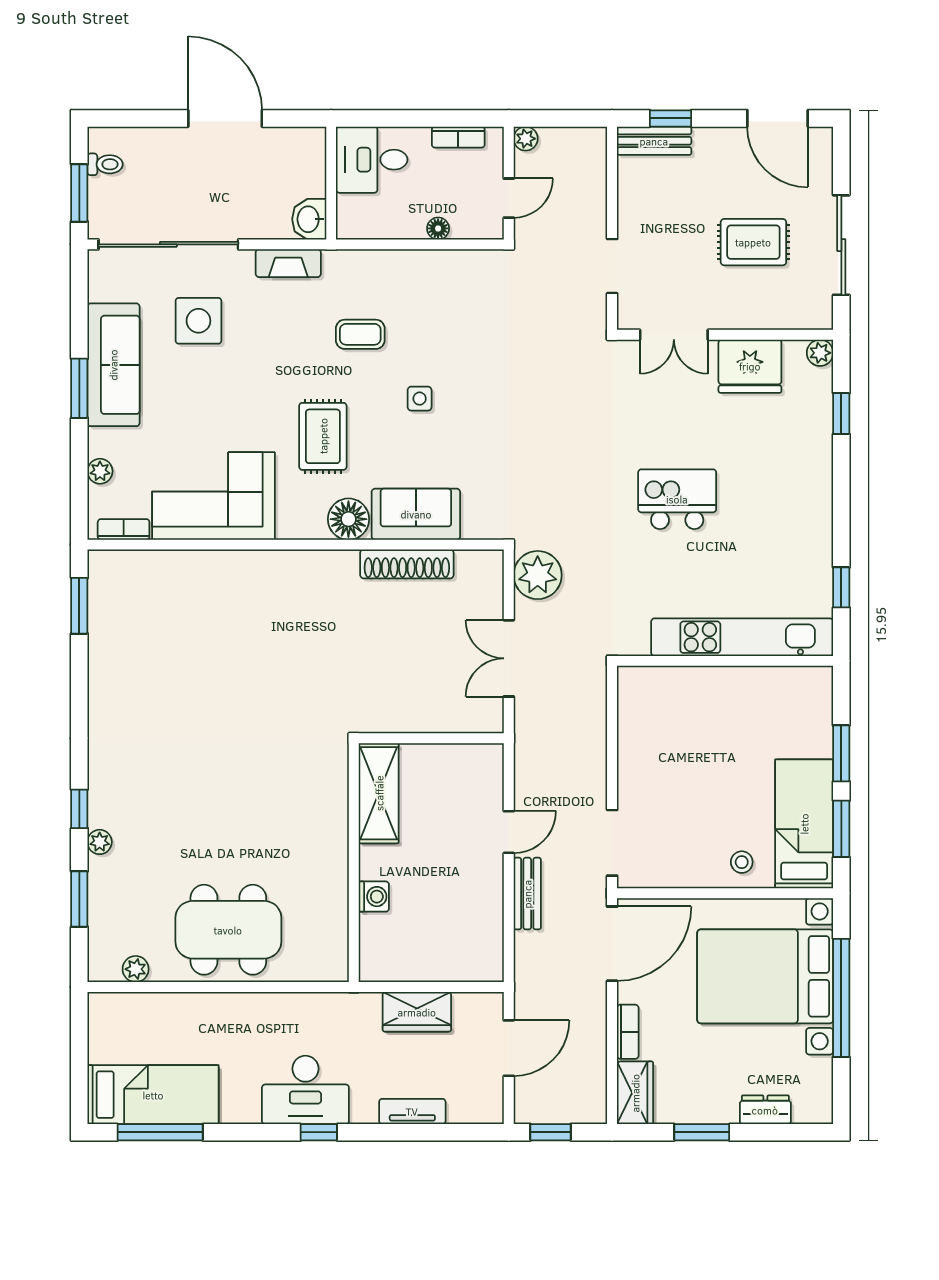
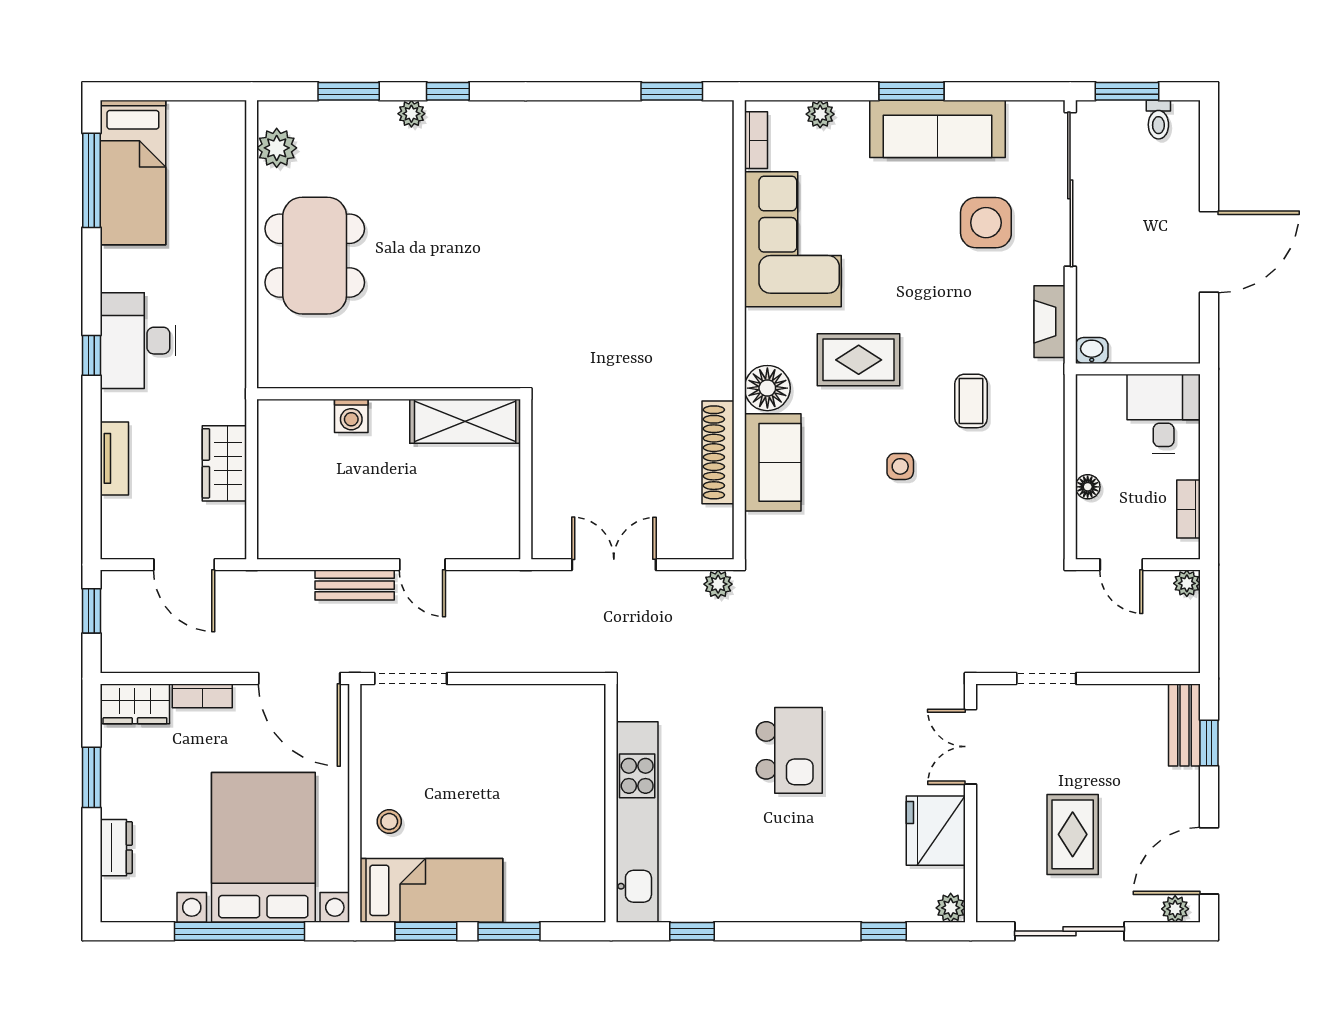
plant: (821, 149) -> (1175, 909), added
washbasin: (309, 219) -> (1092, 351), width x0.72, depth x0.69
plant: (538, 575) -> (718, 584), width x0.53, depth x0.53
plant: (136, 969) -> (277, 148), width x1.38, depth x1.38

